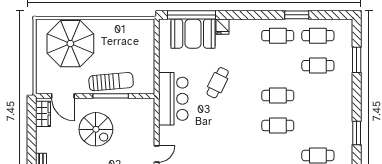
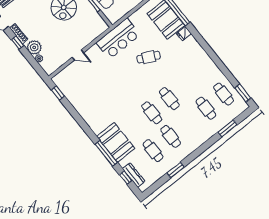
window: (297, 15) -> (243, 93), moved
cafe table: (278, 36) -> (171, 136), moved
window: (357, 133) -> (176, 170), moved

